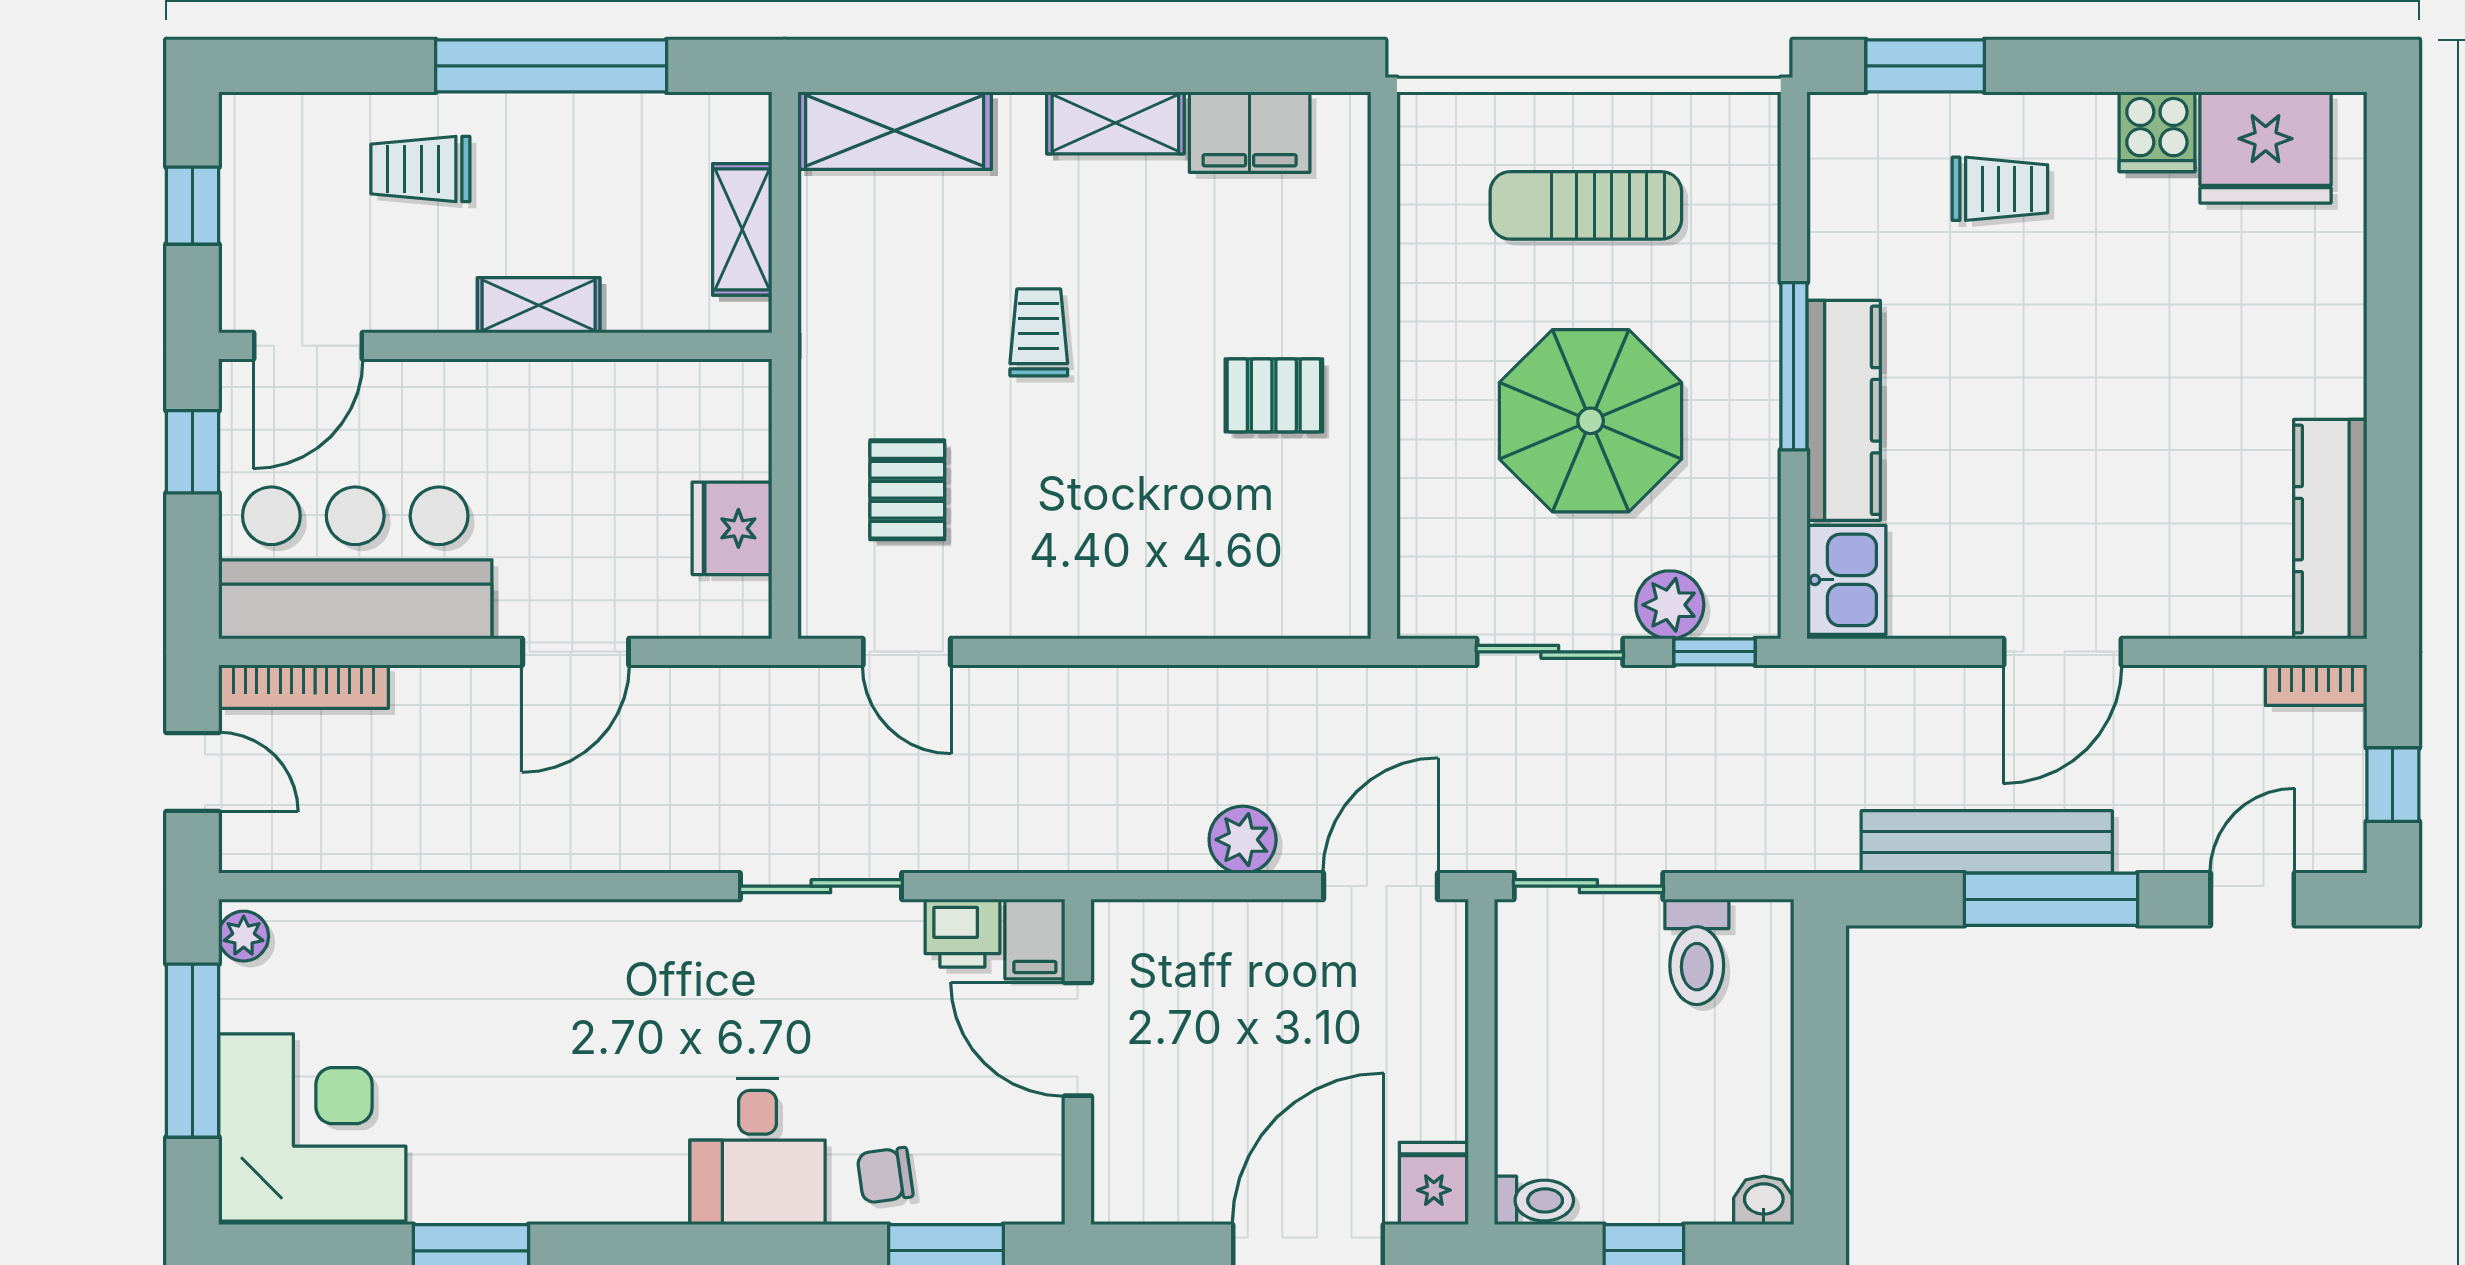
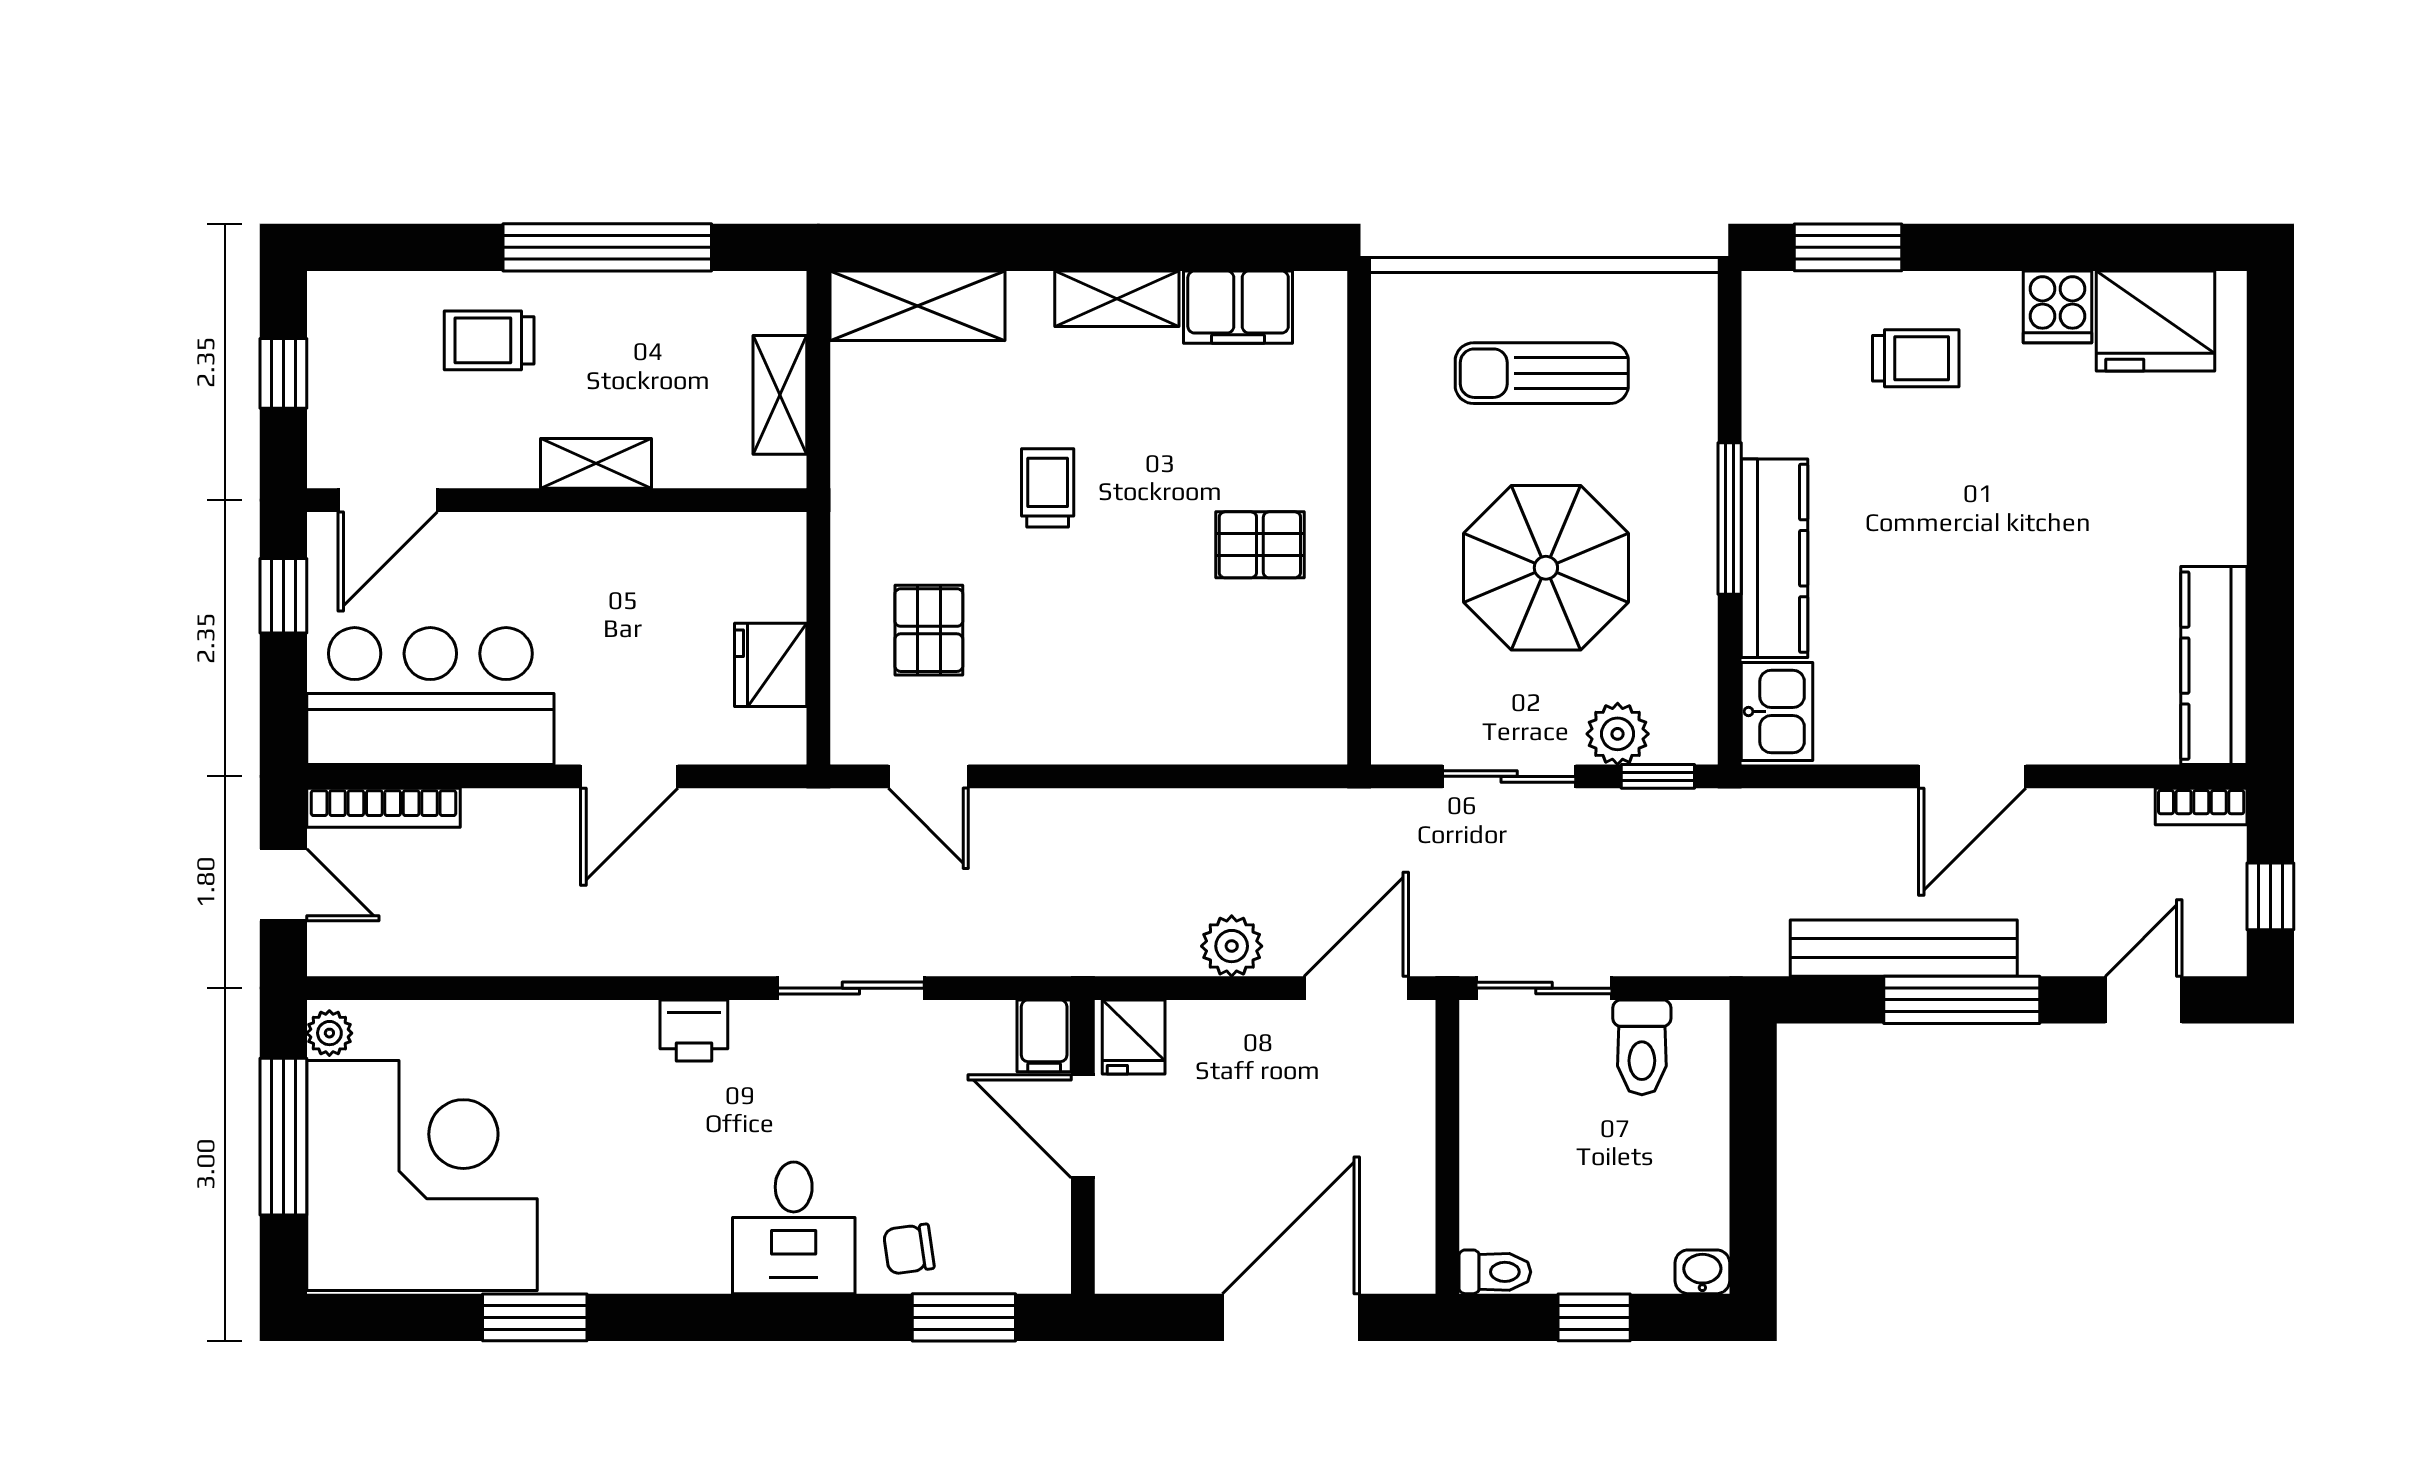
printer: (962, 933) -> (694, 1031), moved
corner desk: (312, 1127) -> (422, 1175), width x1.36, depth x1.36
fridge: (1434, 1184) -> (1134, 1037), moved, turned 180

